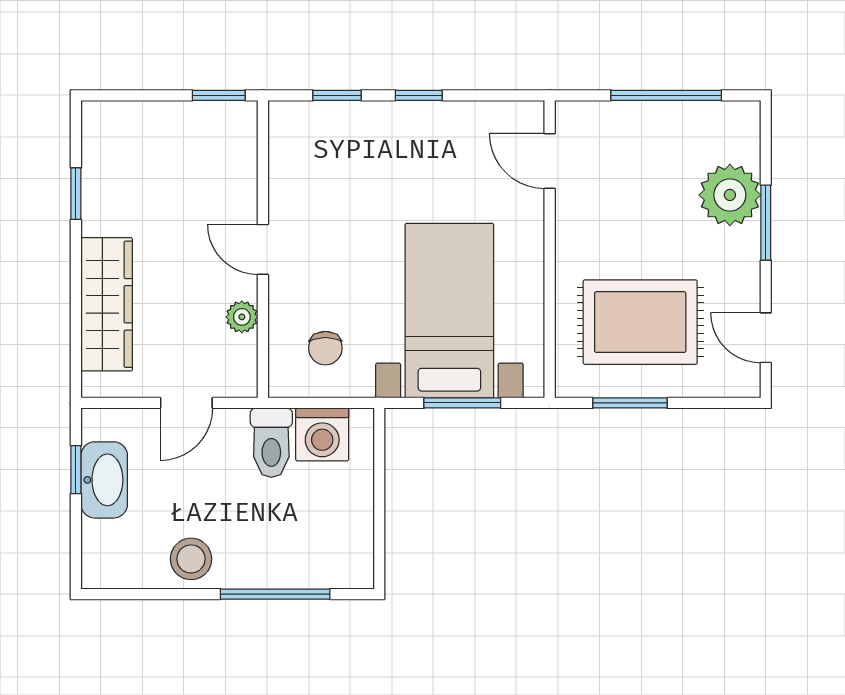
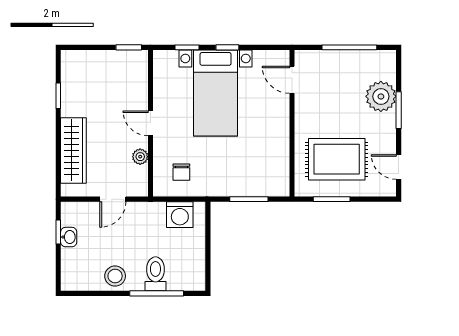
bed with nightstands: (449, 311) -> (216, 93), moved, turned 180
toilet: (271, 443) -> (155, 274), moved, turned 180
washbasin: (104, 480) -> (69, 237), width x0.52, depth x0.69

